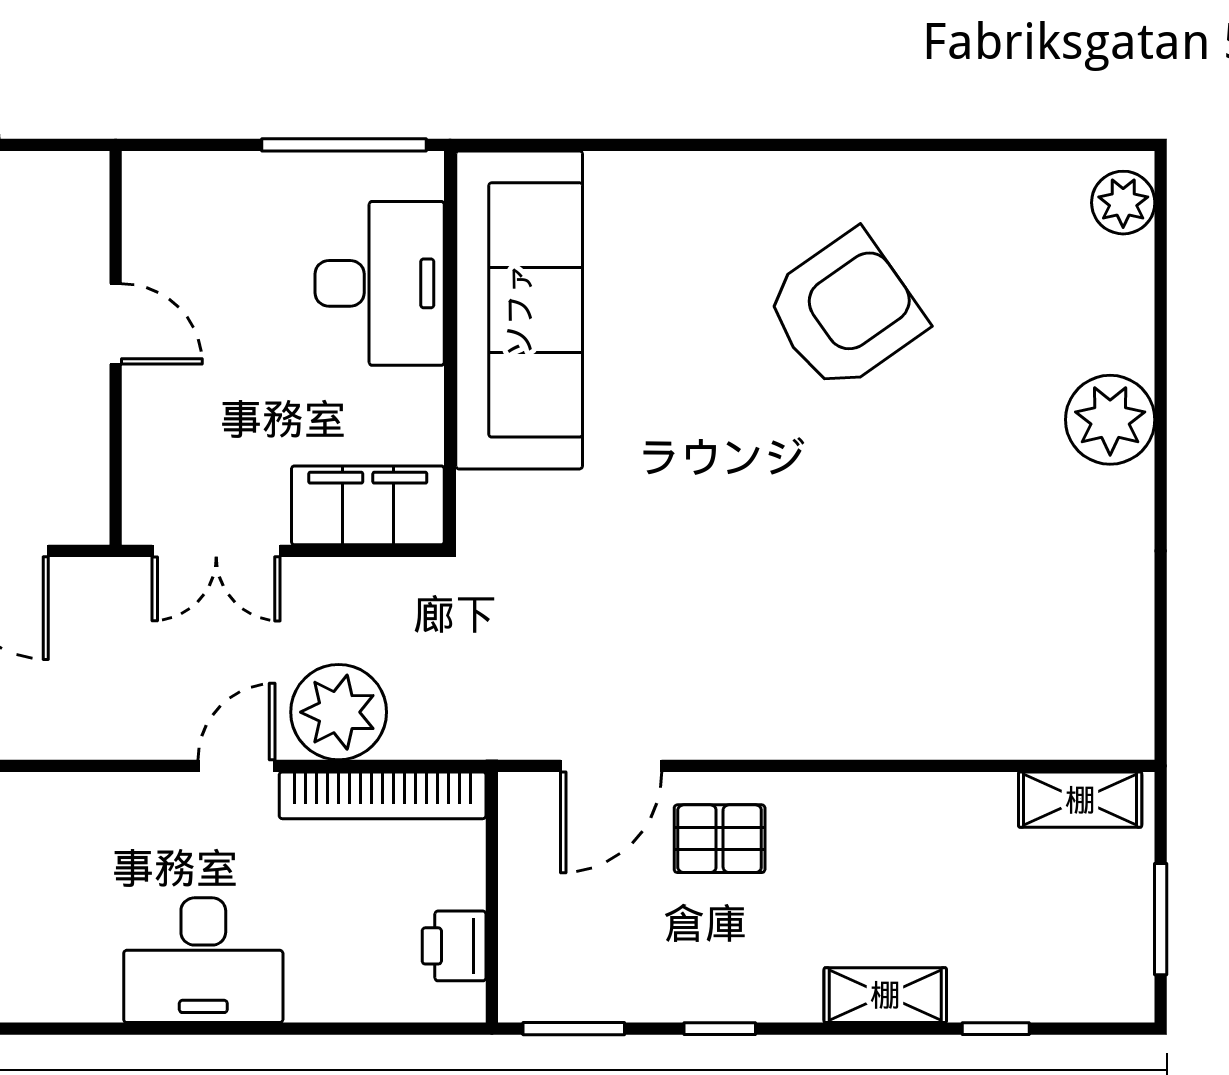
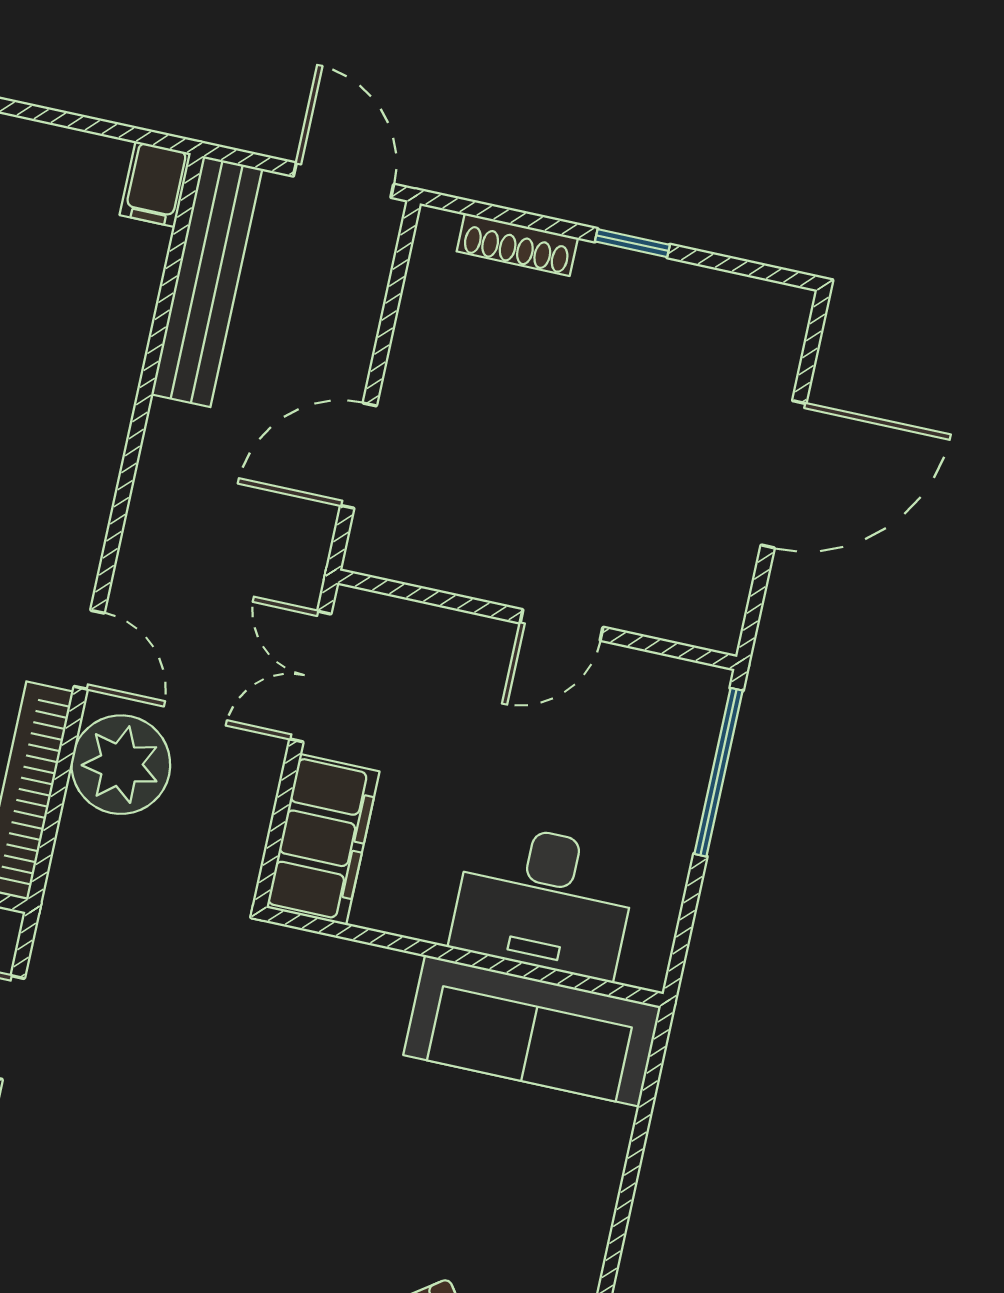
window: (344, 145) -> (718, 772), moved
sofa: (519, 310) -> (532, 1031), width x0.74, depth x0.79

